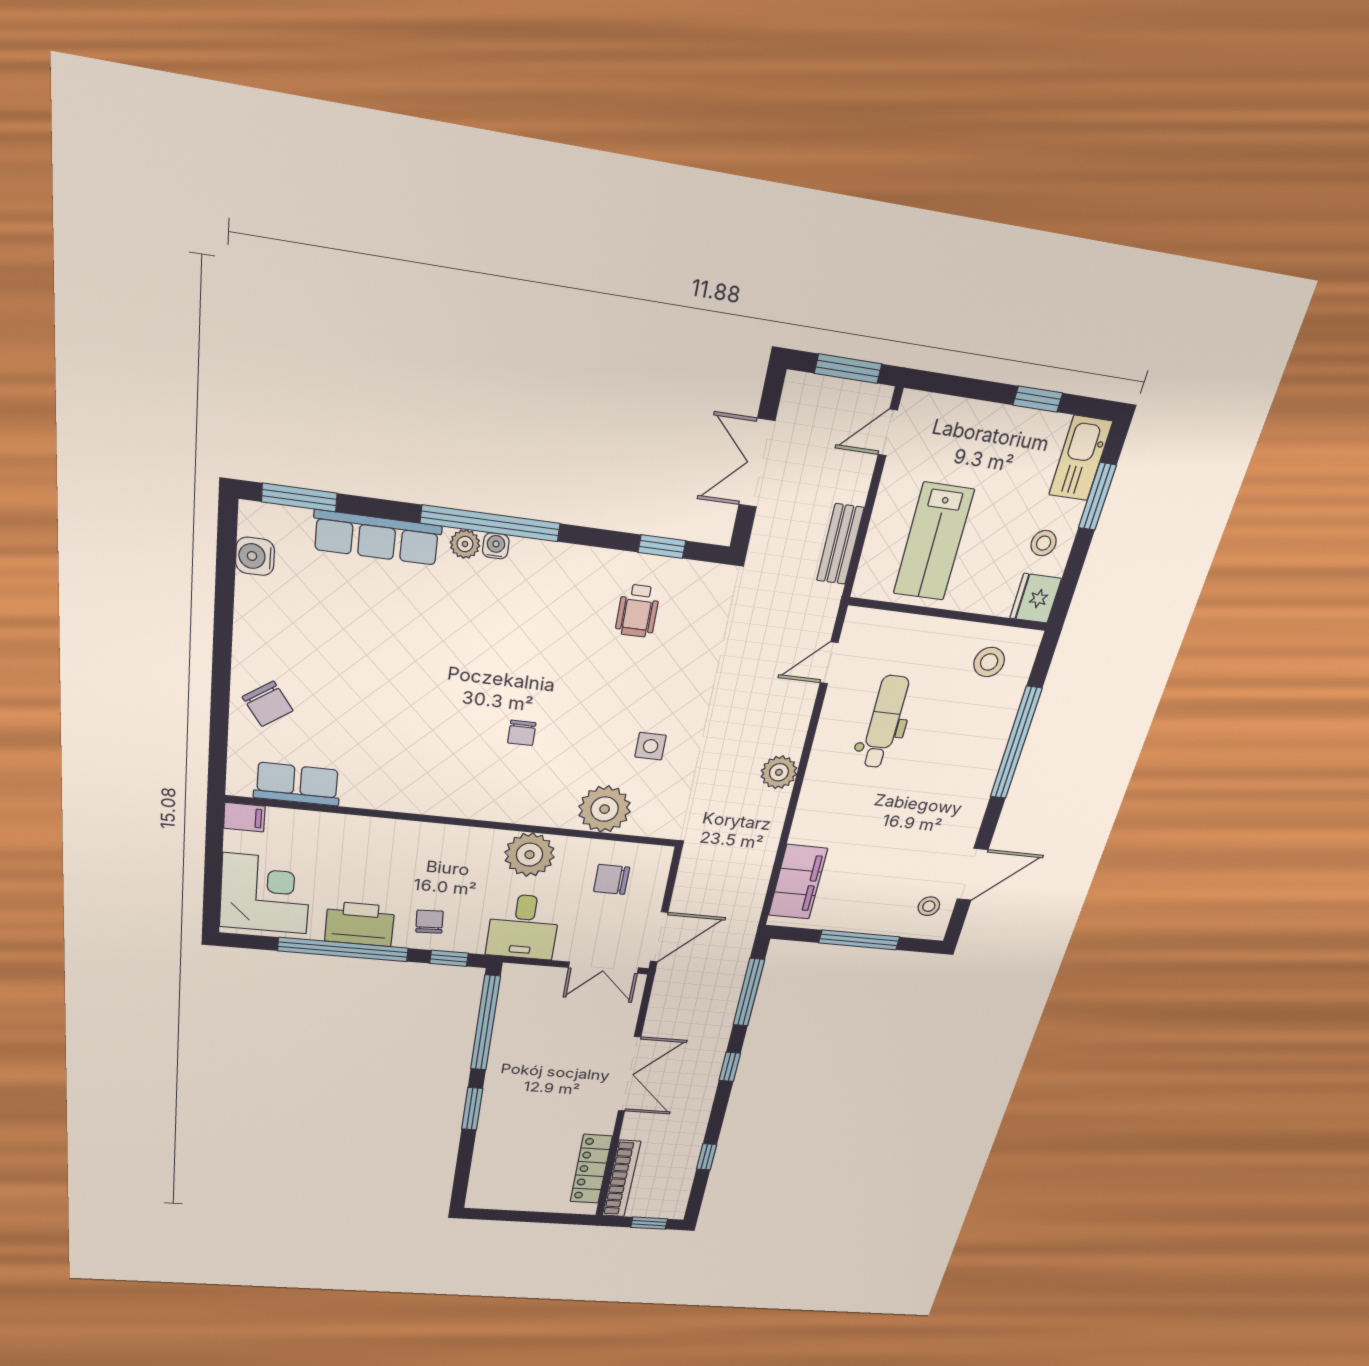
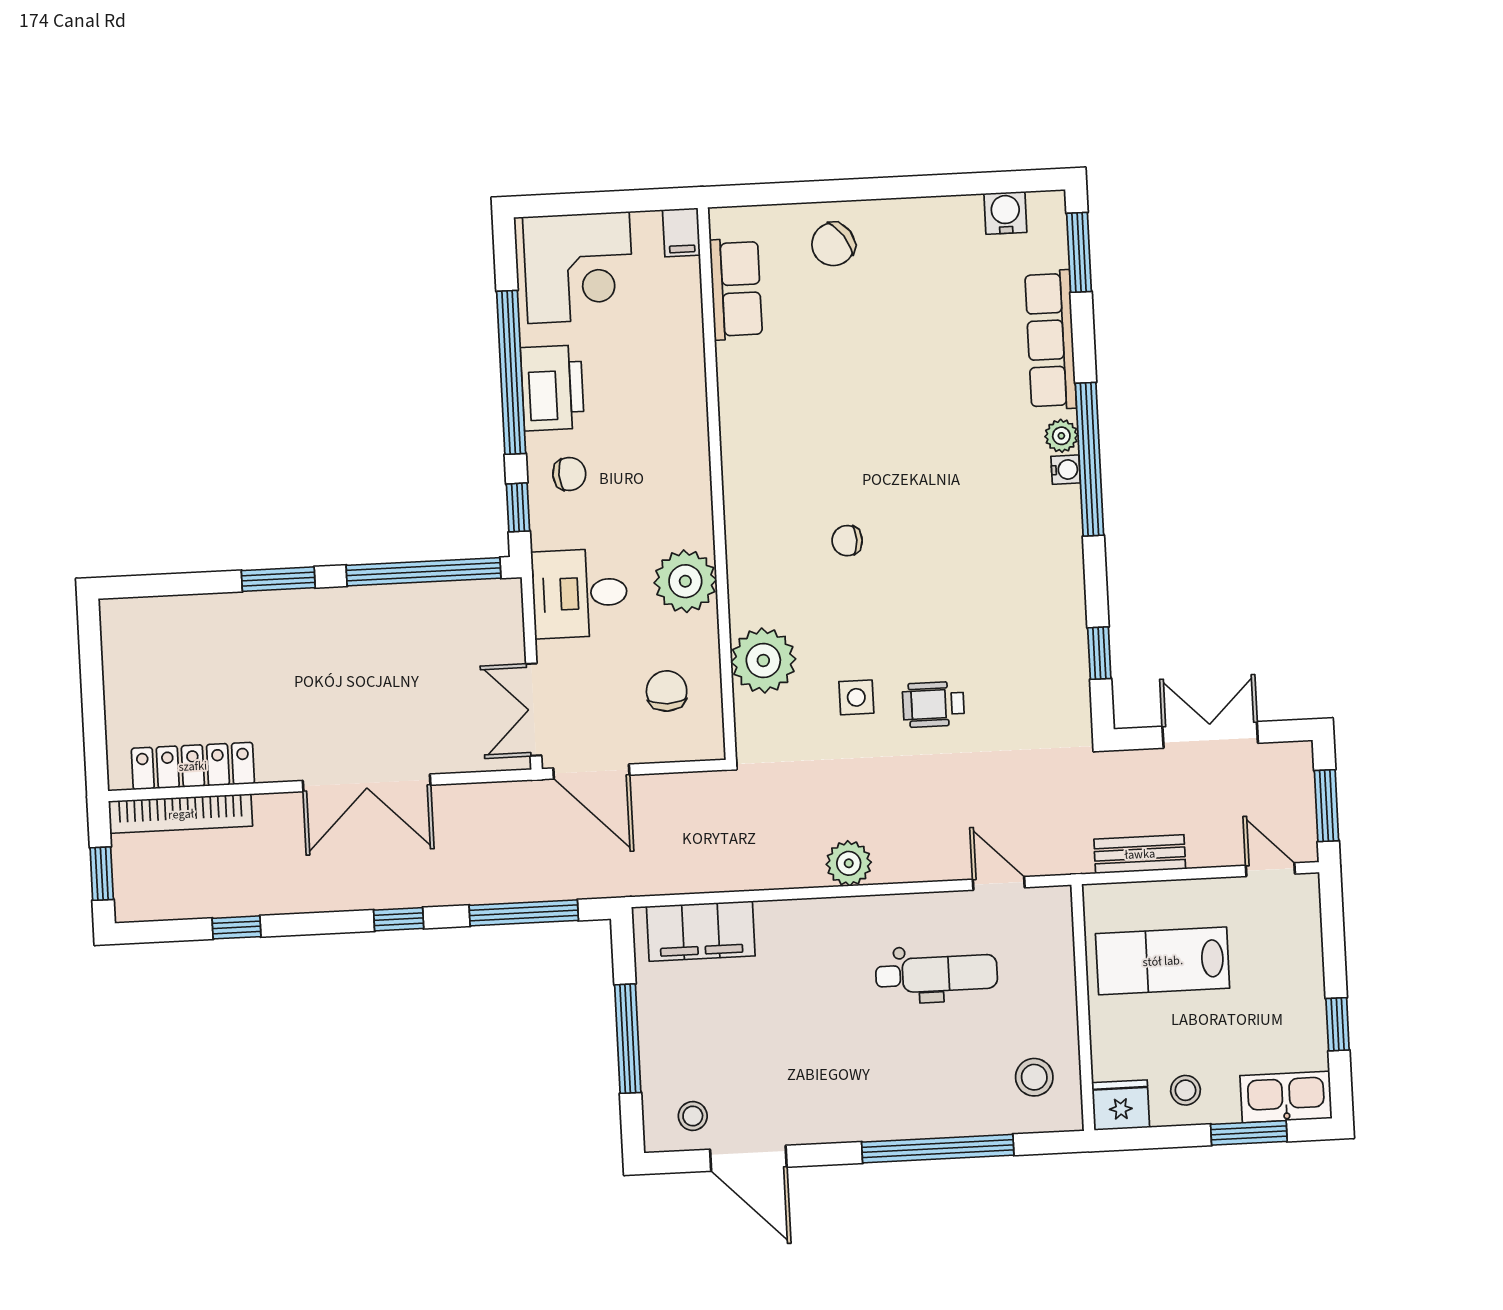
wheelchair: (638, 611) -> (933, 704), moved

